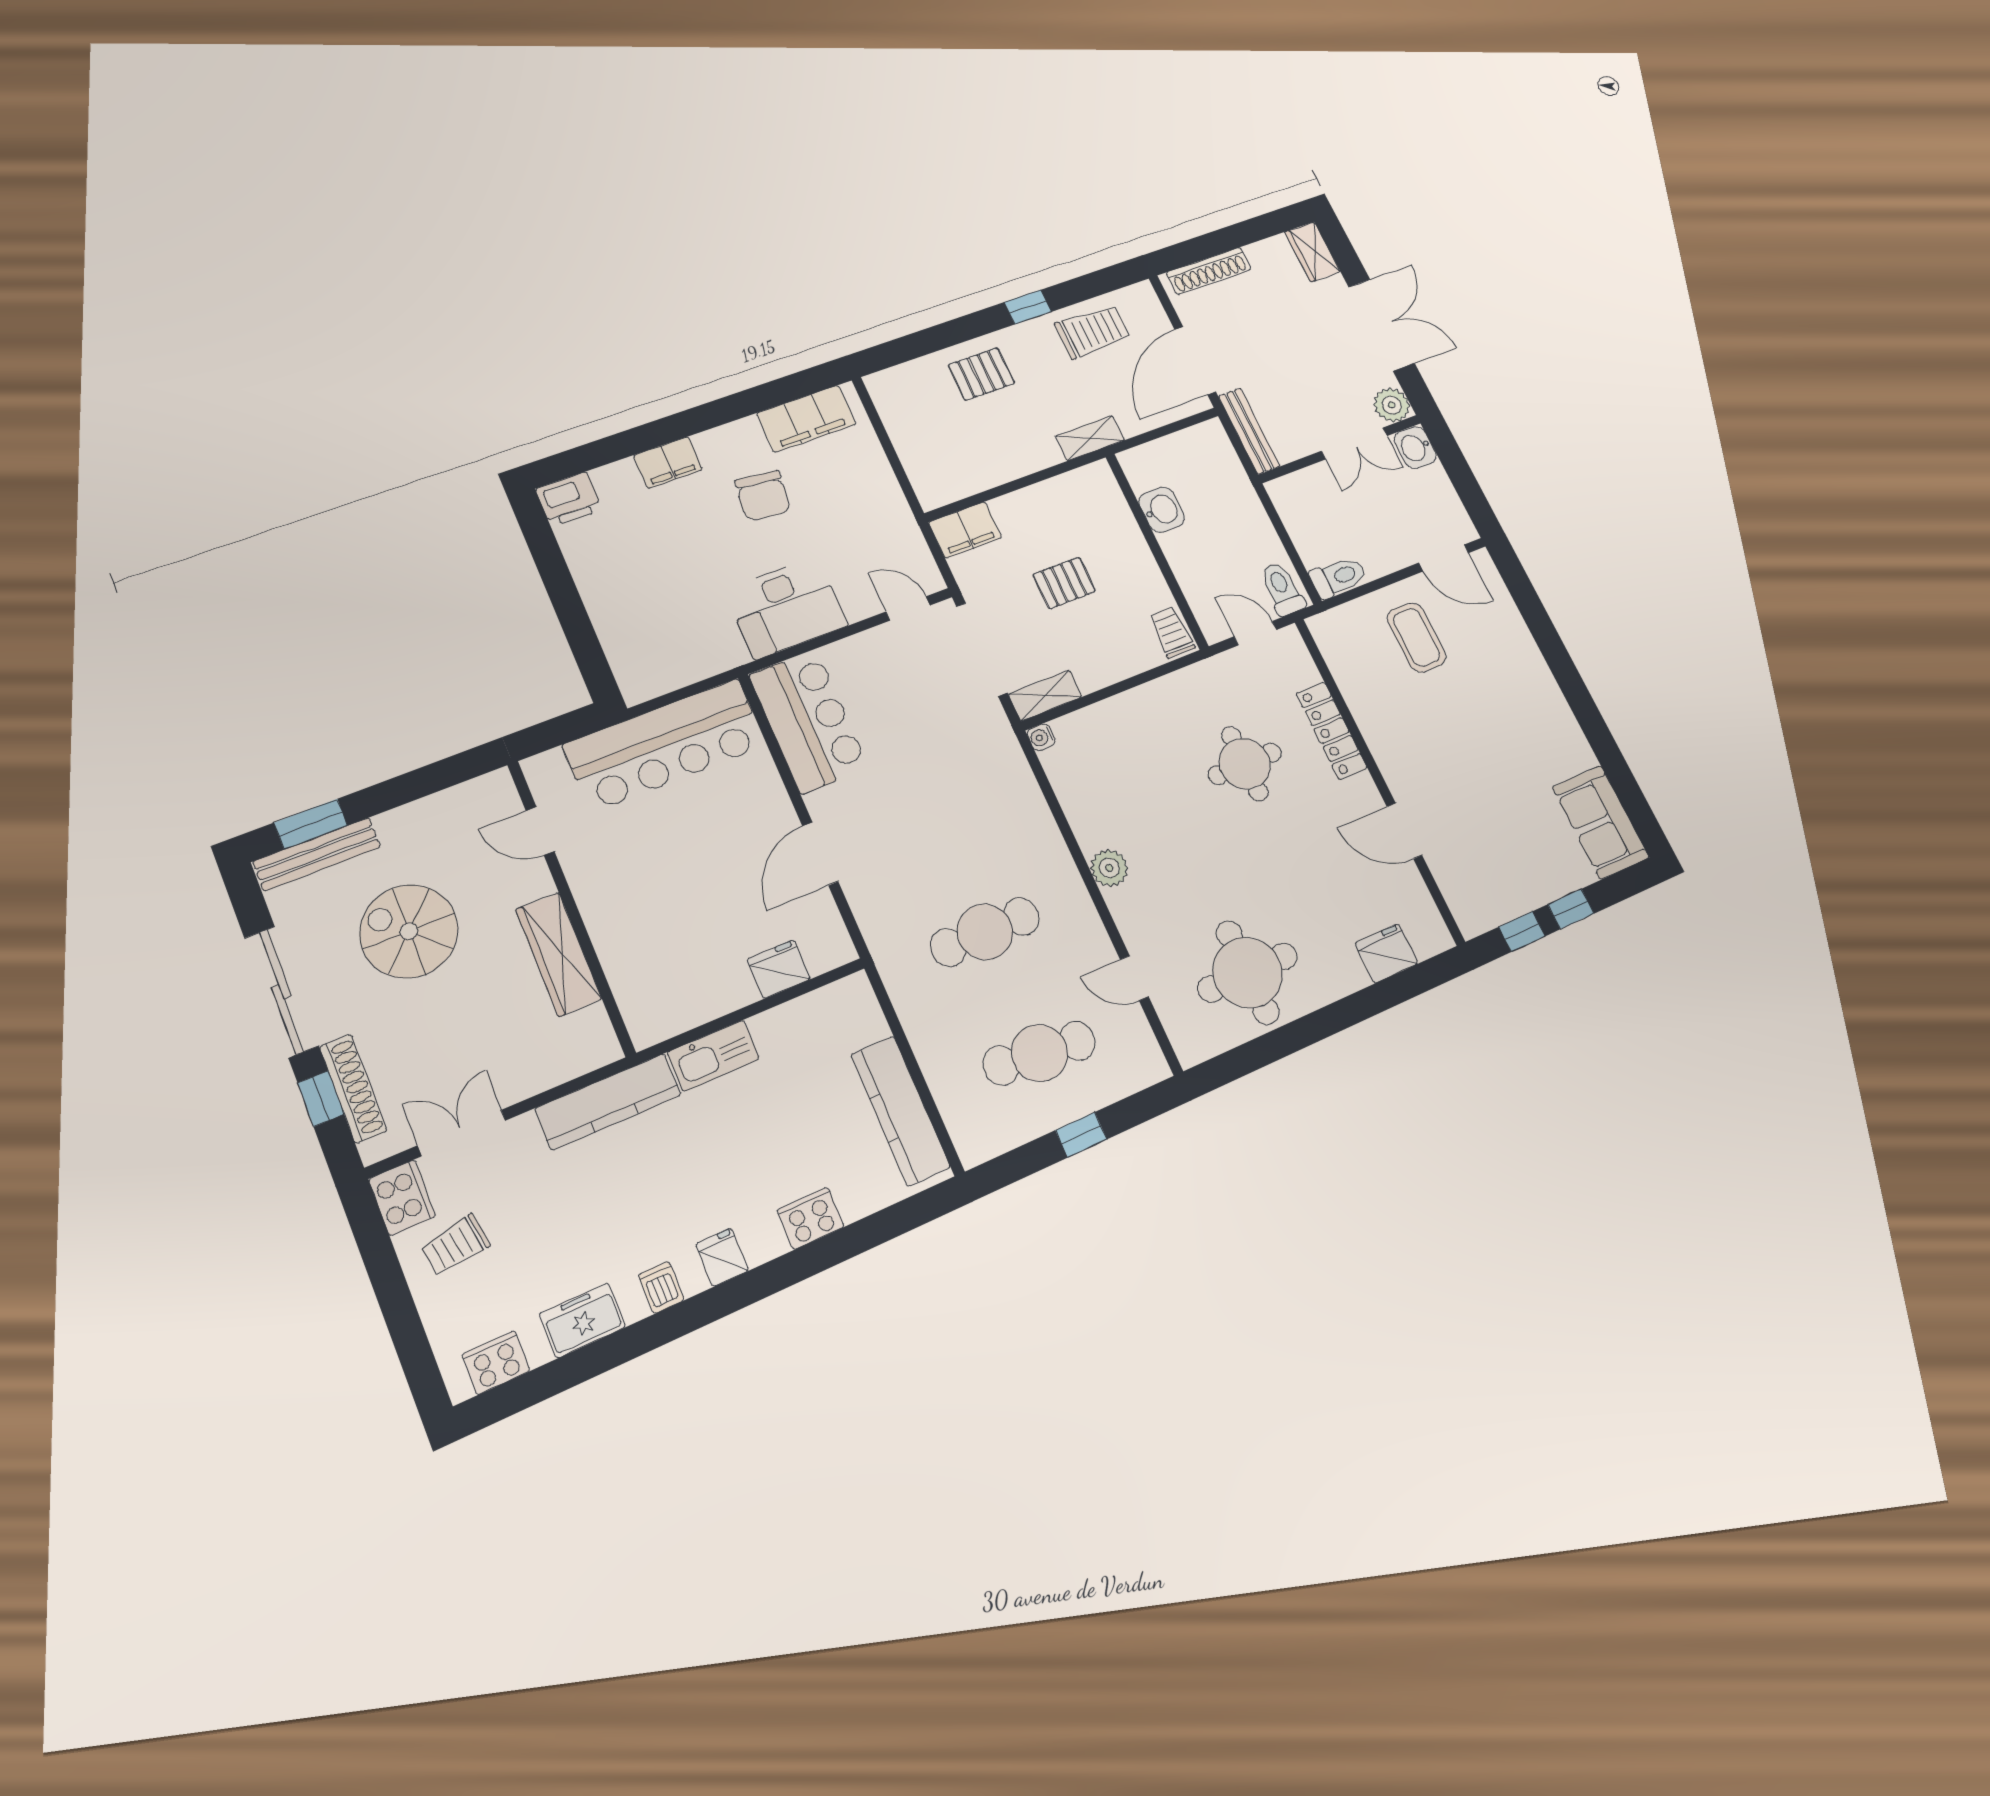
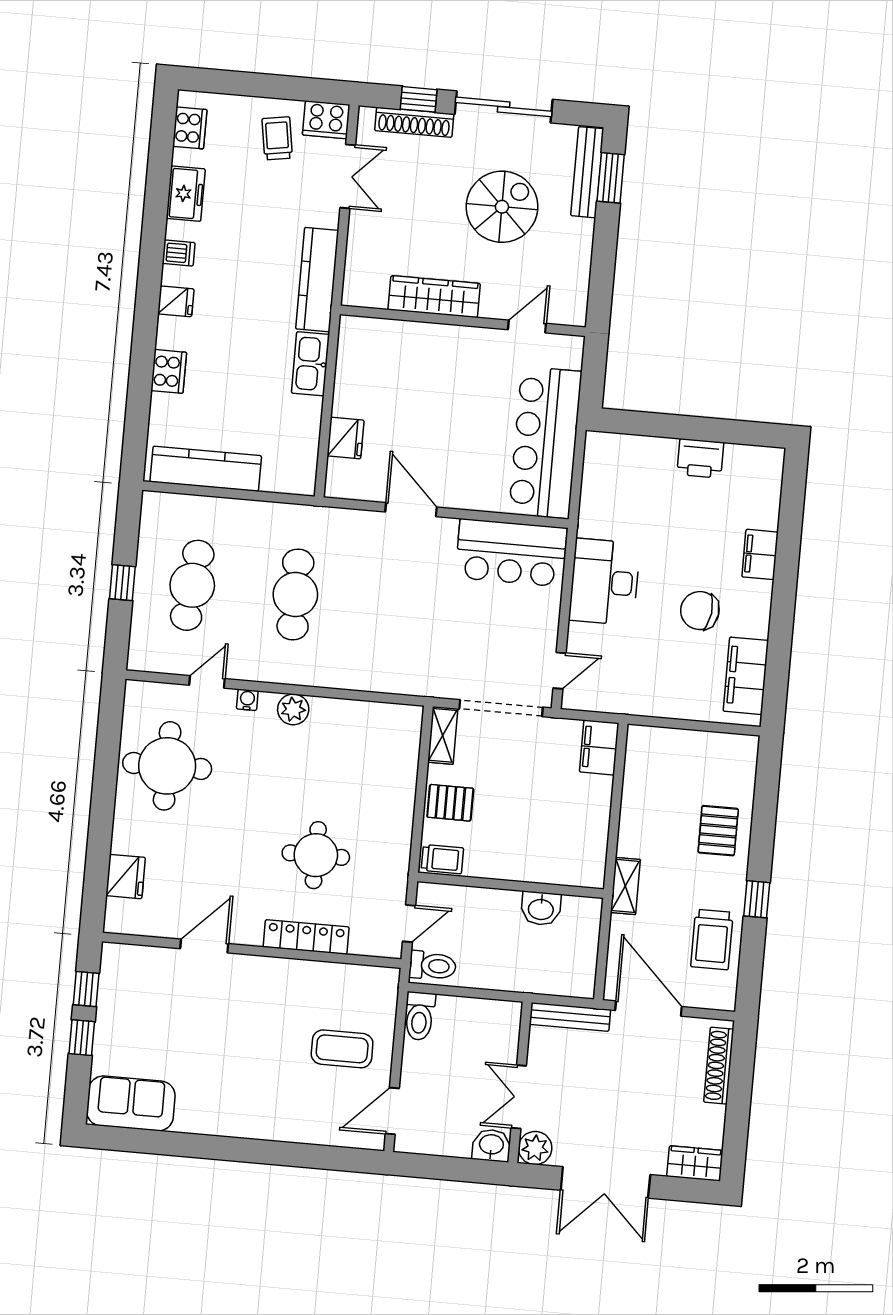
printer: (569, 499) -> (700, 458), moved, turned -90
pallet: (1064, 583) -> (450, 803), moved, turned 90
water cooler: (1041, 737) -> (247, 700), moved

